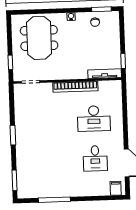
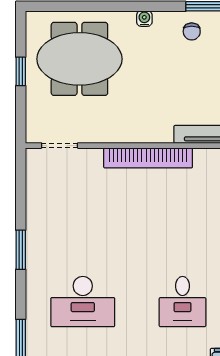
meeting table: (39, 38) -> (79, 59), turned 90
window: (10, 62) -> (21, 71), moved
desk: (94, 118) -> (83, 302), moved

